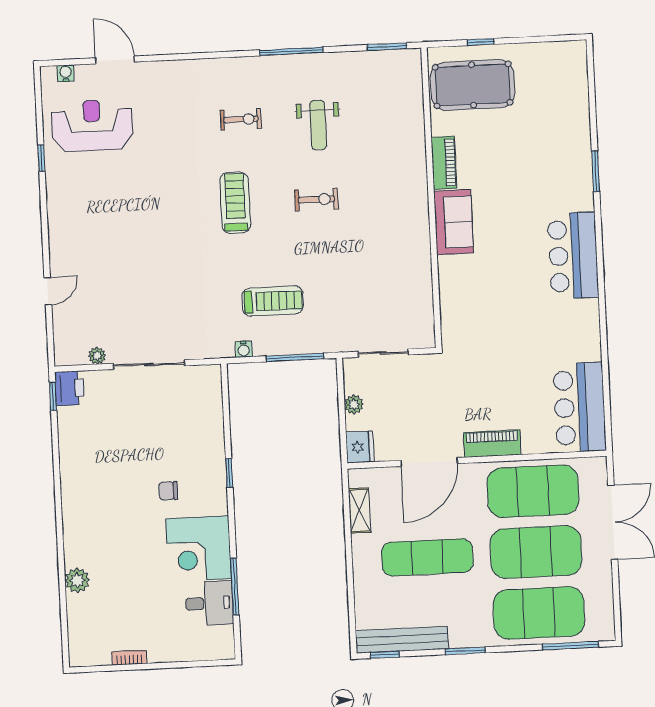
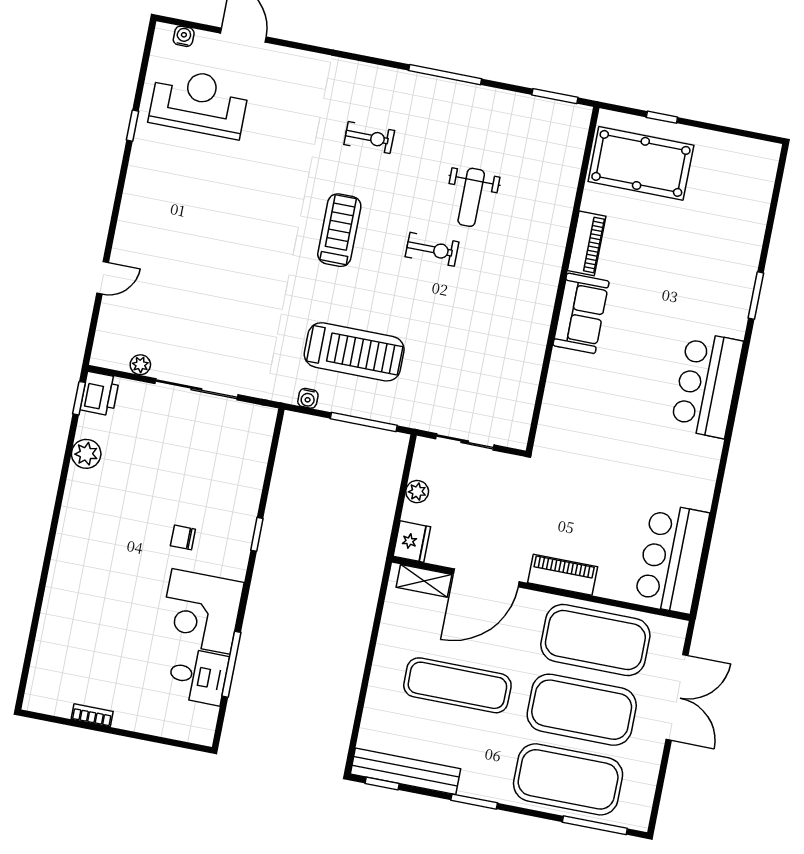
weight bench: (318, 125) -> (471, 197), moved
treadmill: (273, 301) -> (354, 352), width x1.37, depth x1.38
shelving: (360, 510) -> (424, 581), moved, turned 90
plant: (77, 580) -> (86, 454), moved

